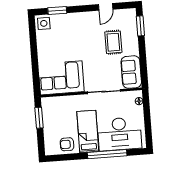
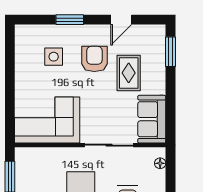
window: (57, 11) -> (70, 20), moved
side table: (44, 23) -> (54, 57), moved
armchair: (90, 35) -> (94, 59), added

